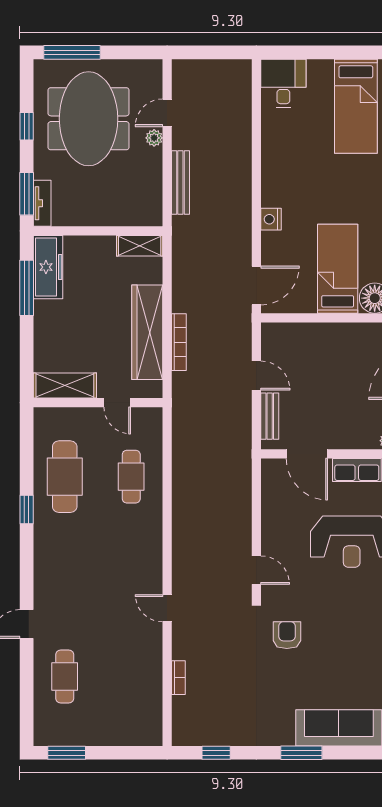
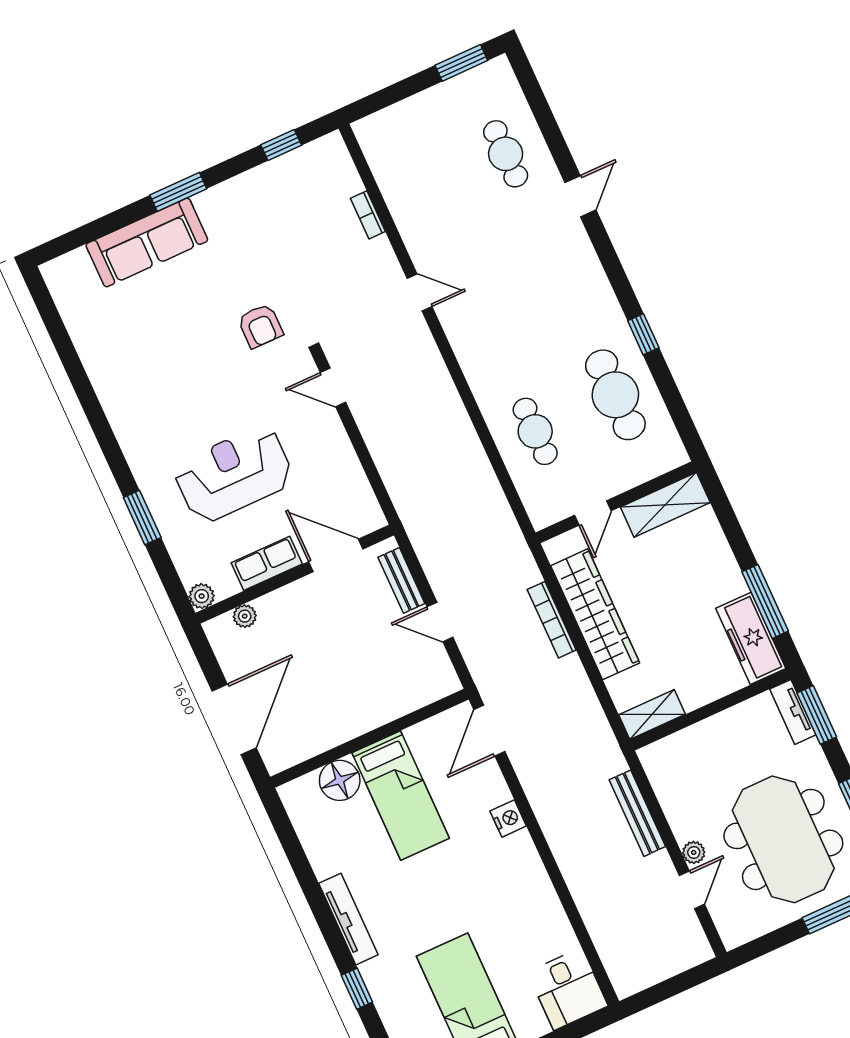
door: (117, 403) -> (593, 513), swing flipped

